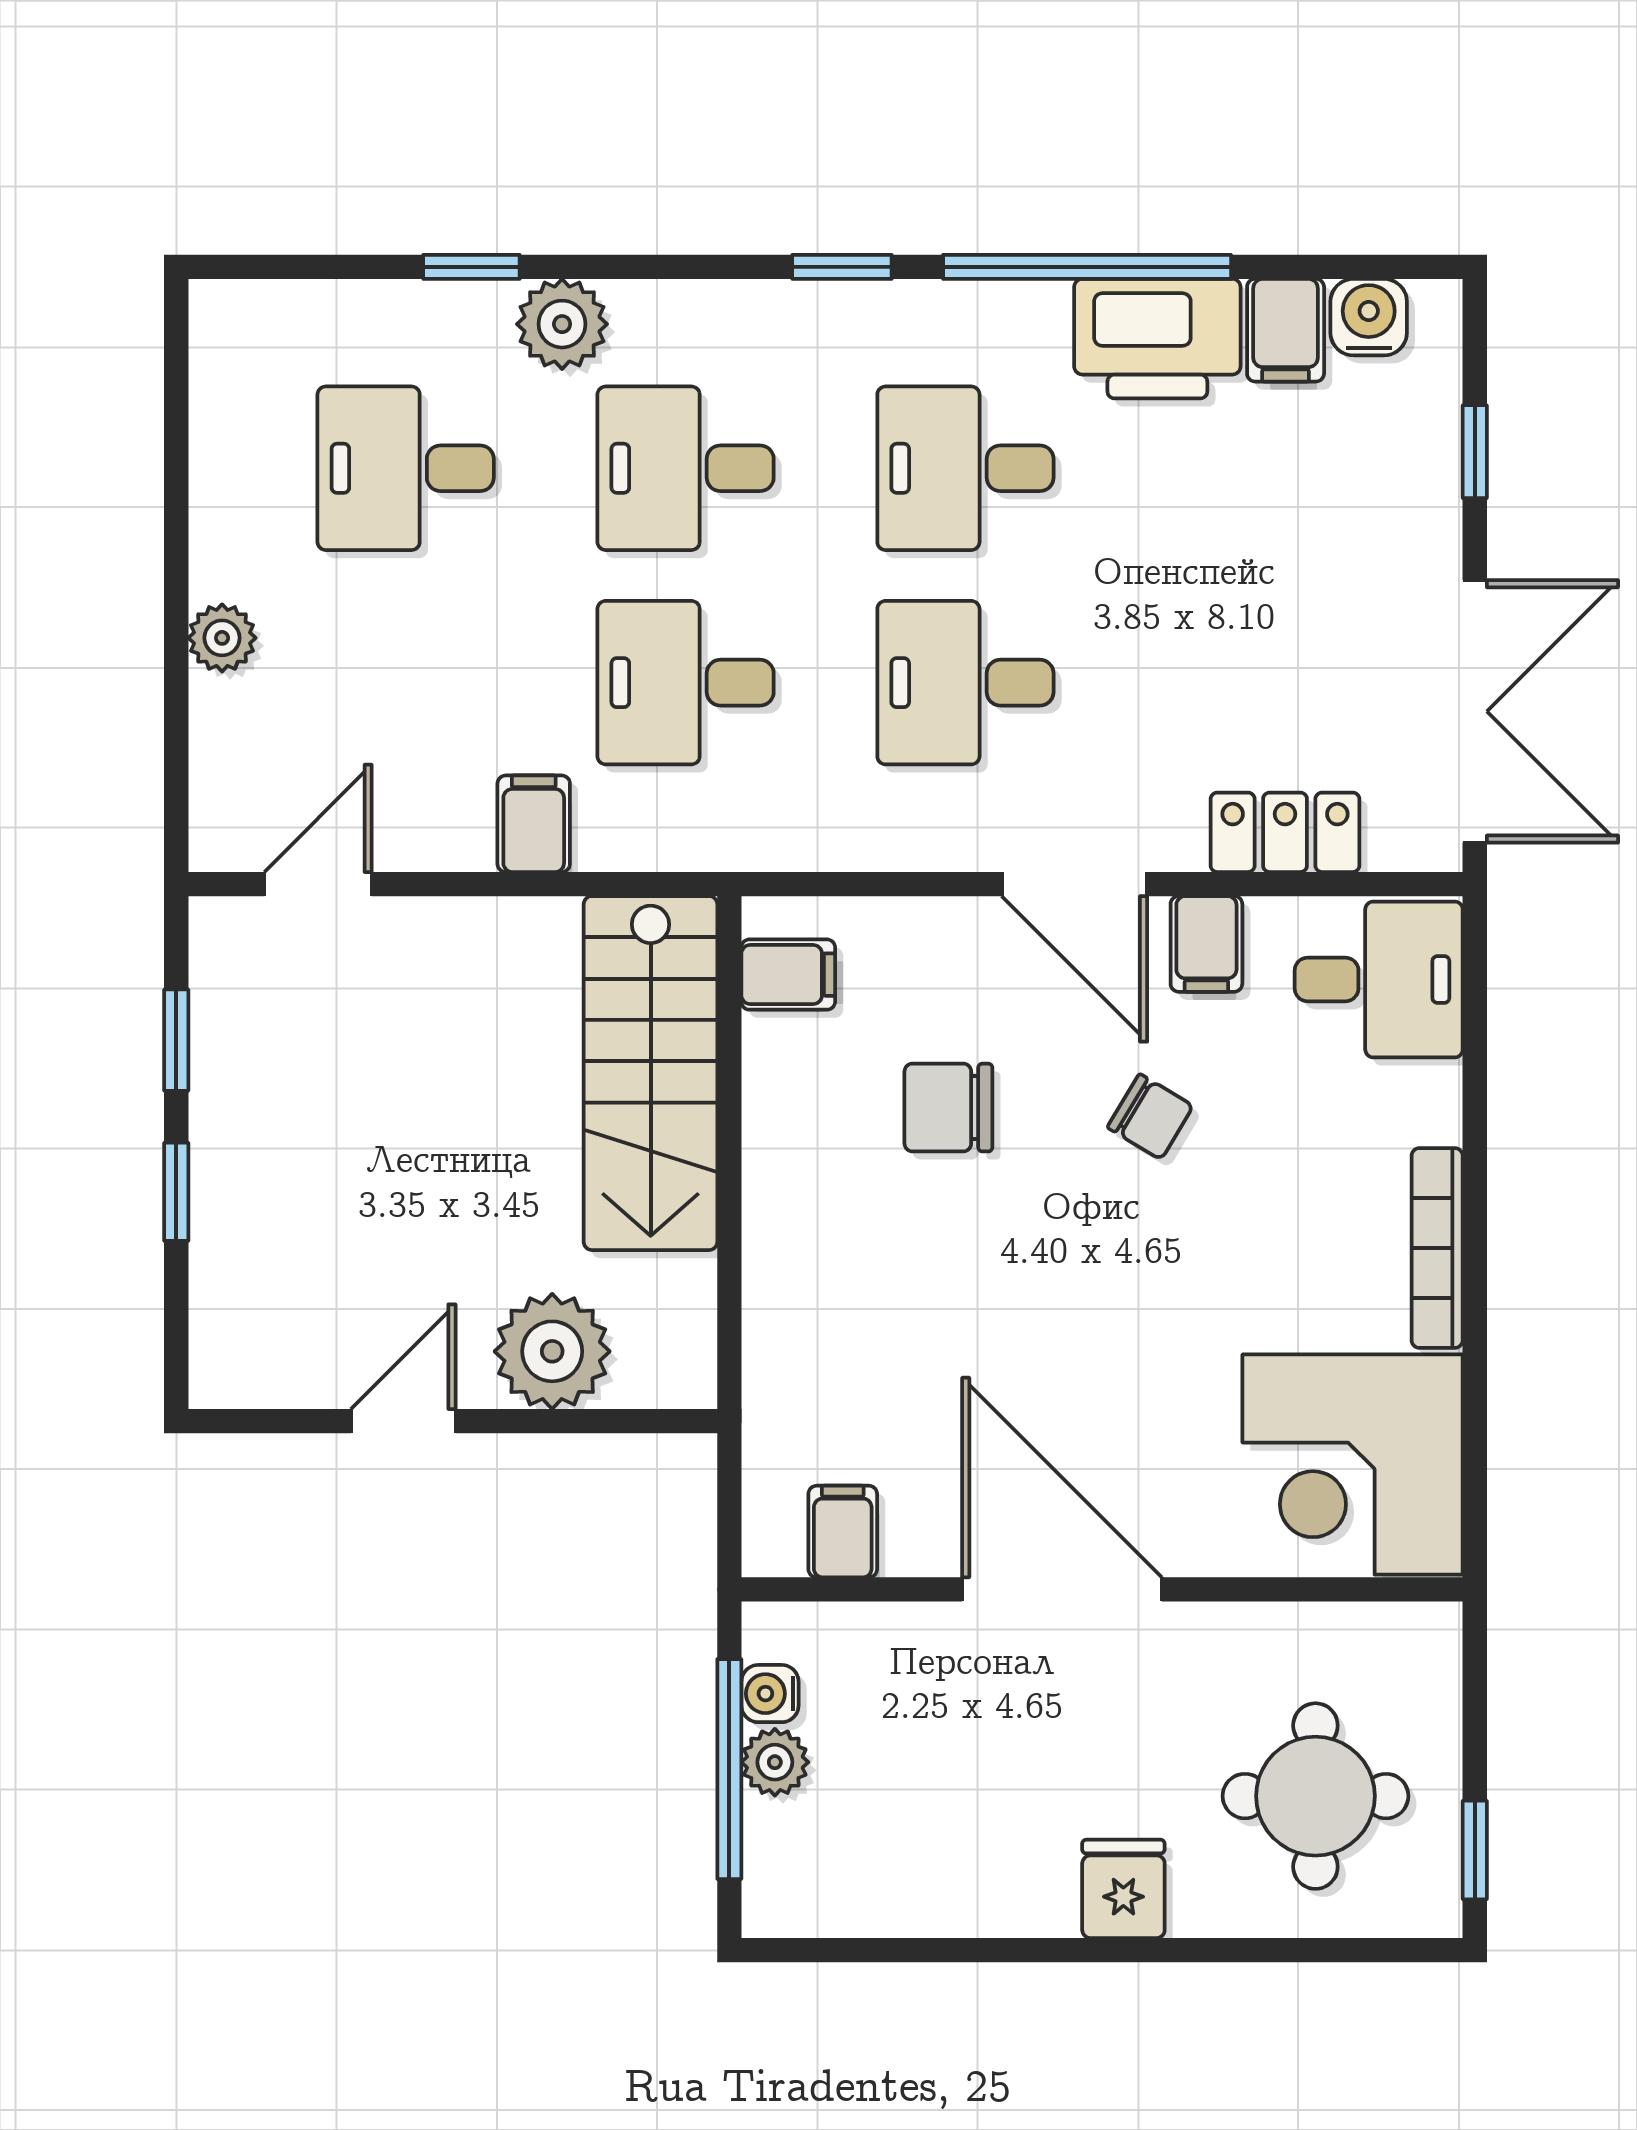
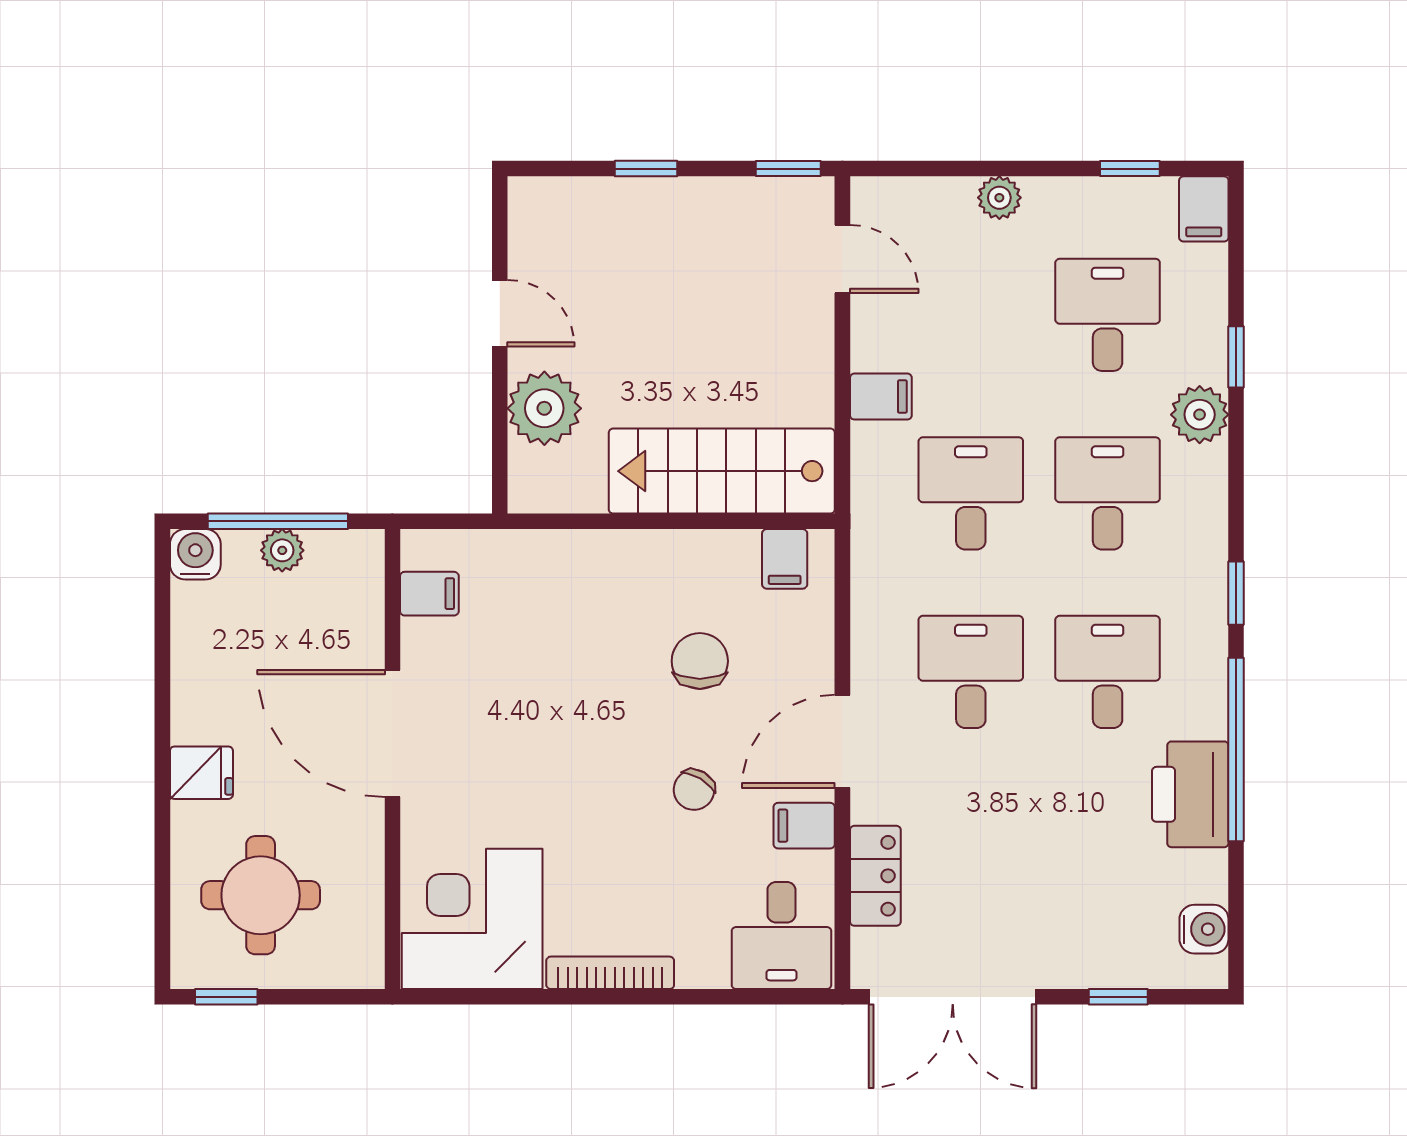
filing cabinet: (1286, 330) -> (1204, 209), moved, turned -90
window: (176, 433) -> (1130, 169), added
window: (176, 1040) -> (788, 169), moved
door: (1062, 1589) -> (392, 733), swing flipped
water cooler: (770, 1694) -> (195, 554), moved, width x1.38, depth x1.38

